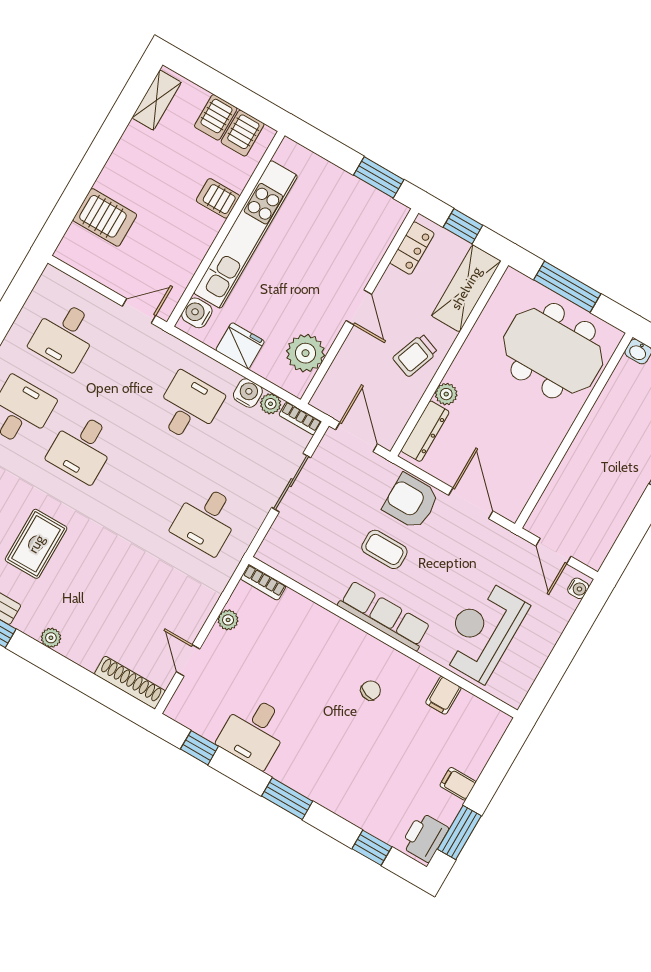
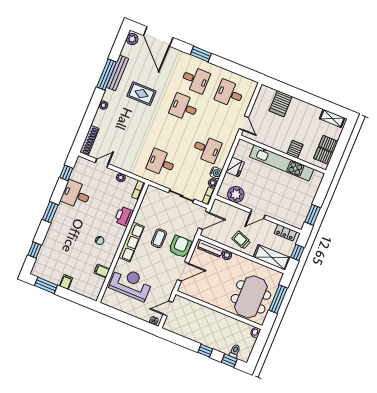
water cooler: (197, 313) -> (246, 147), removed
printer: (425, 837) -> (124, 216), moved, turned -90

